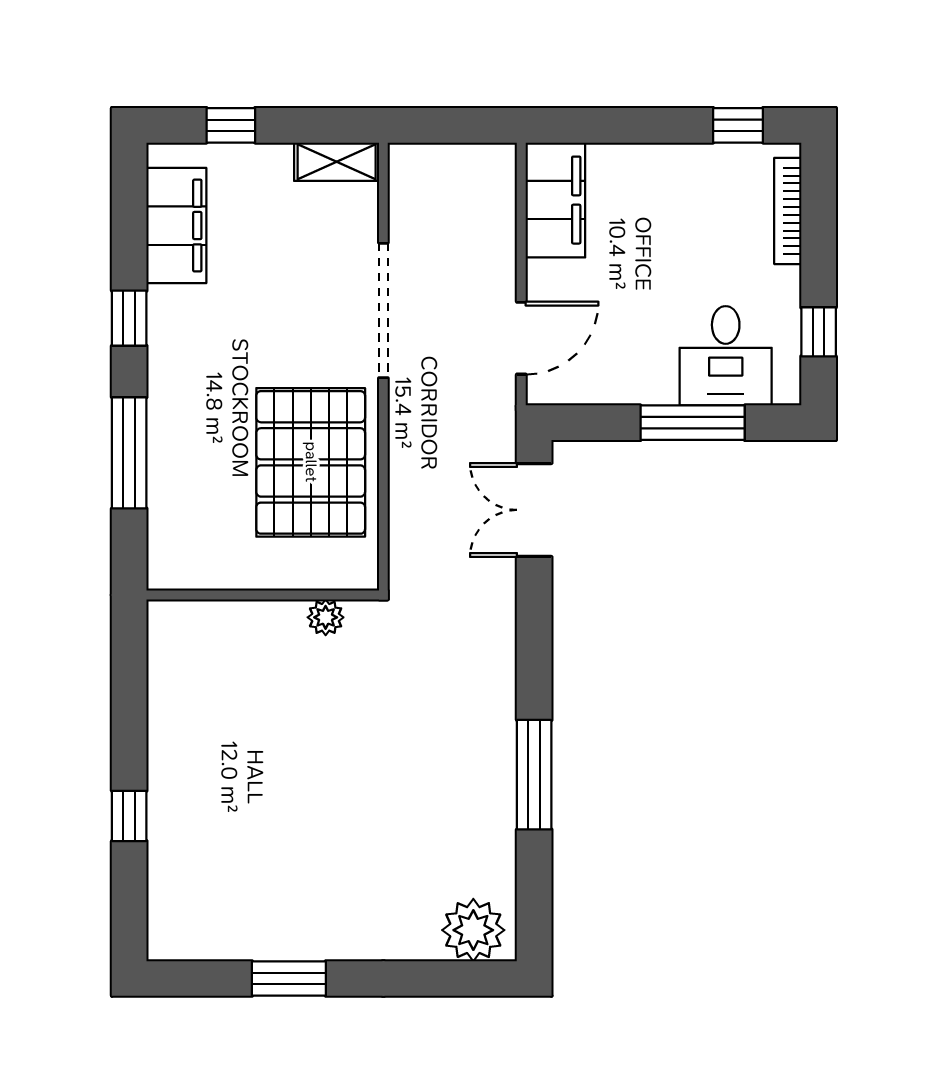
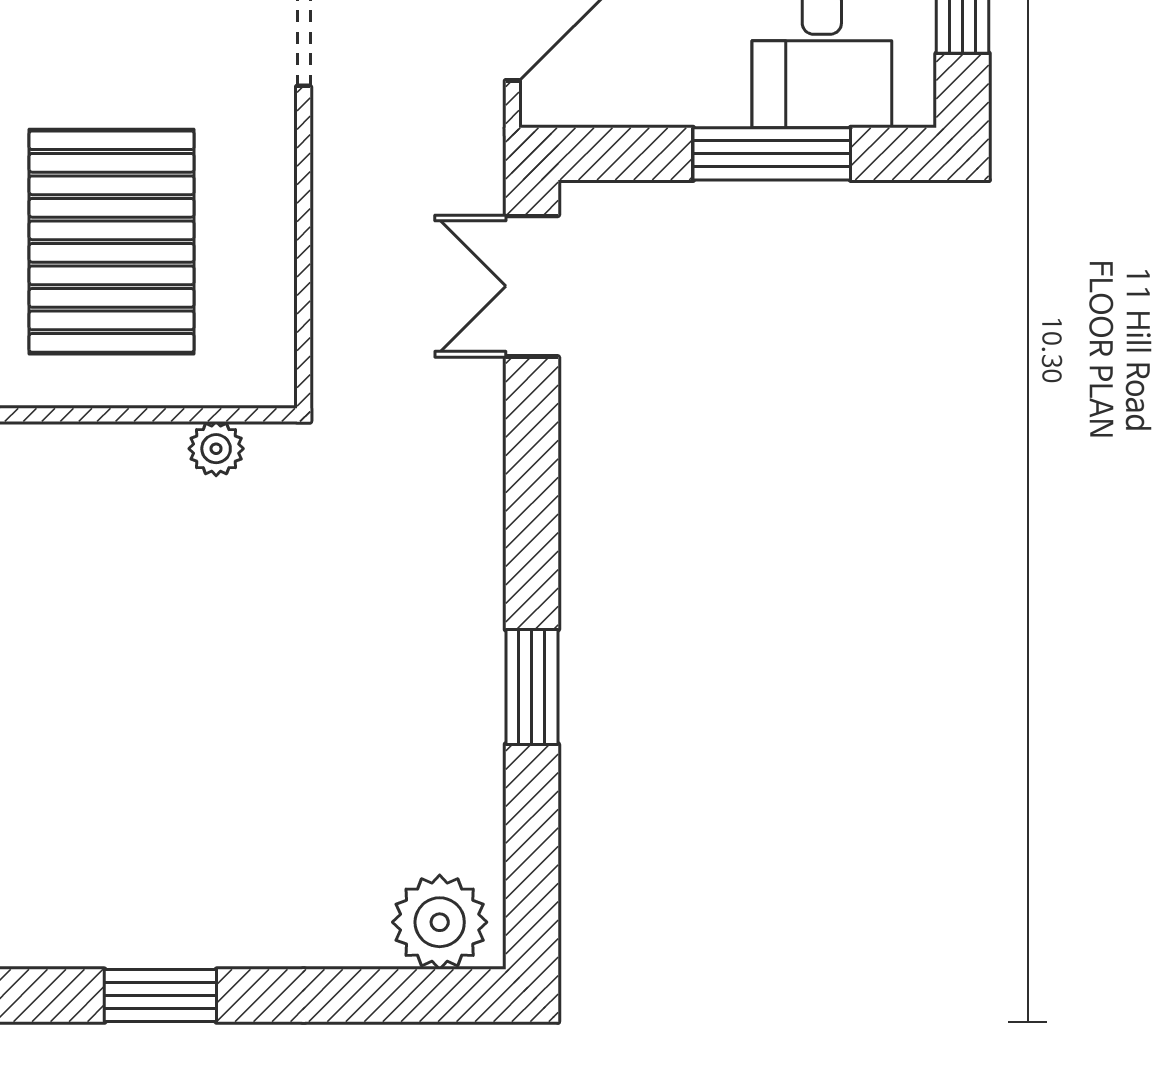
pallet: (311, 462) -> (112, 242), moved
window: (534, 775) -> (532, 687), width x0.69

